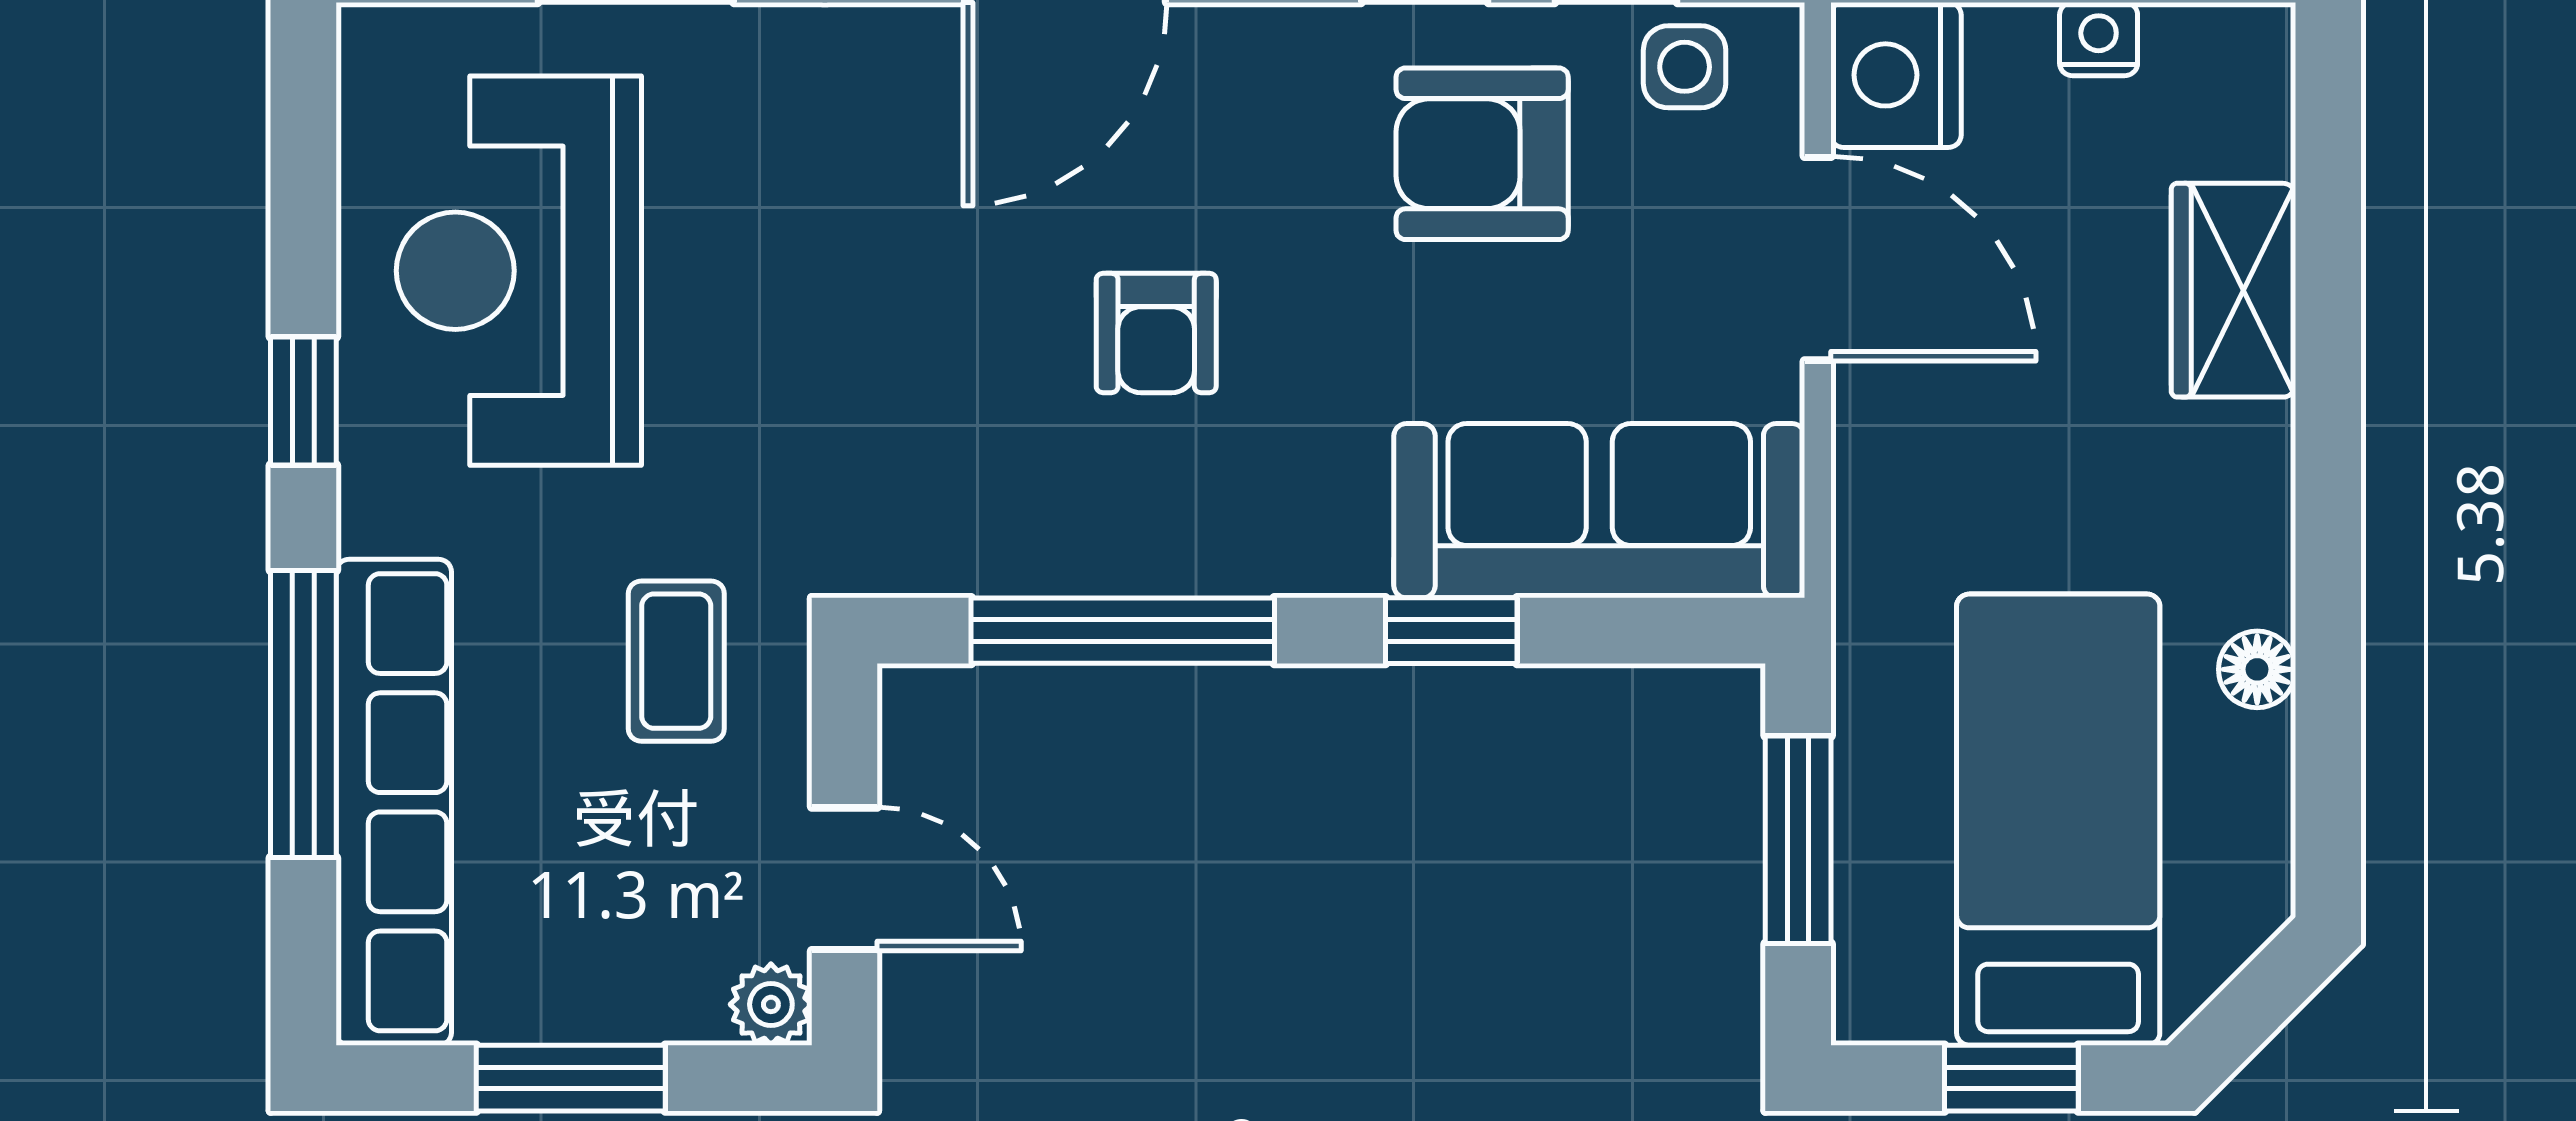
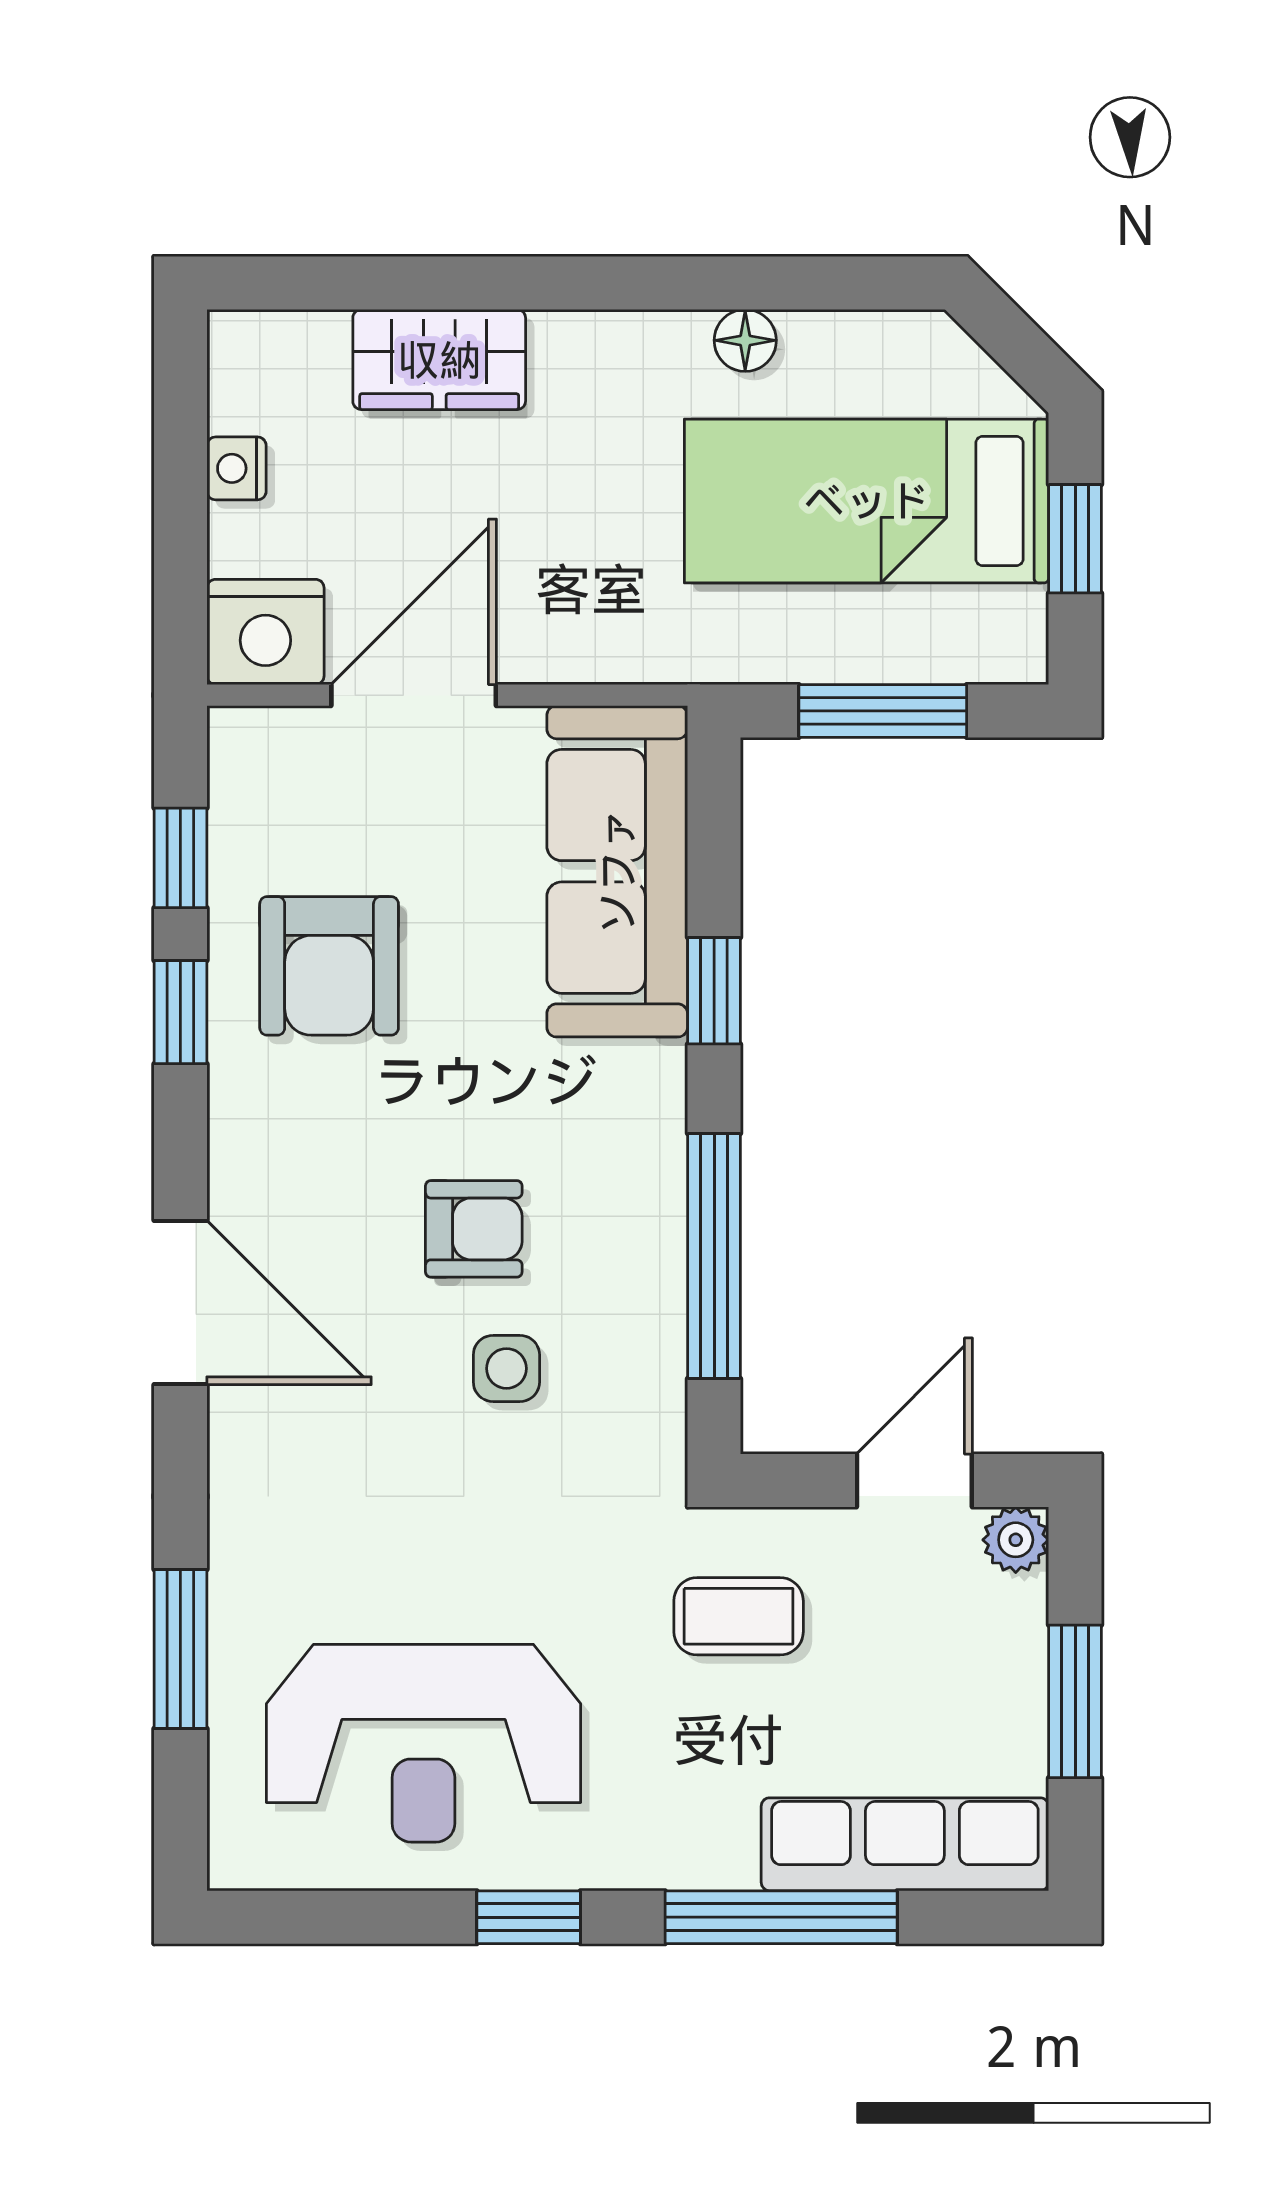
side table: (1685, 67) -> (506, 1368), moved
row of seats: (394, 802) -> (905, 1844), width x0.73

